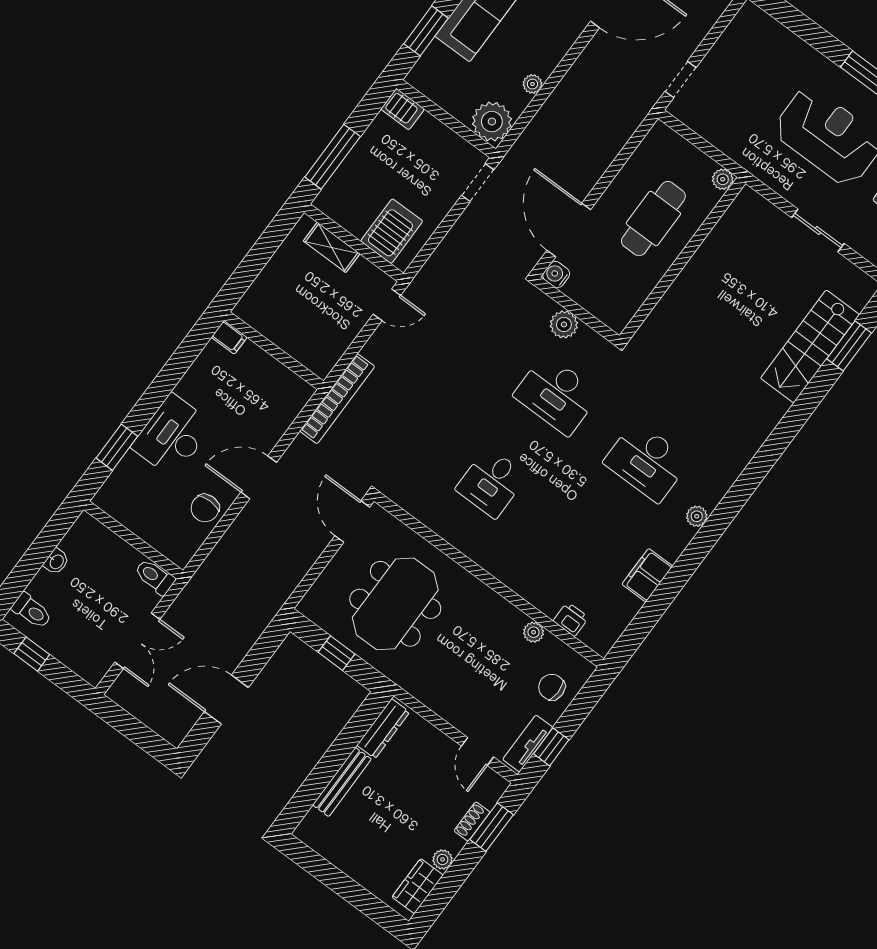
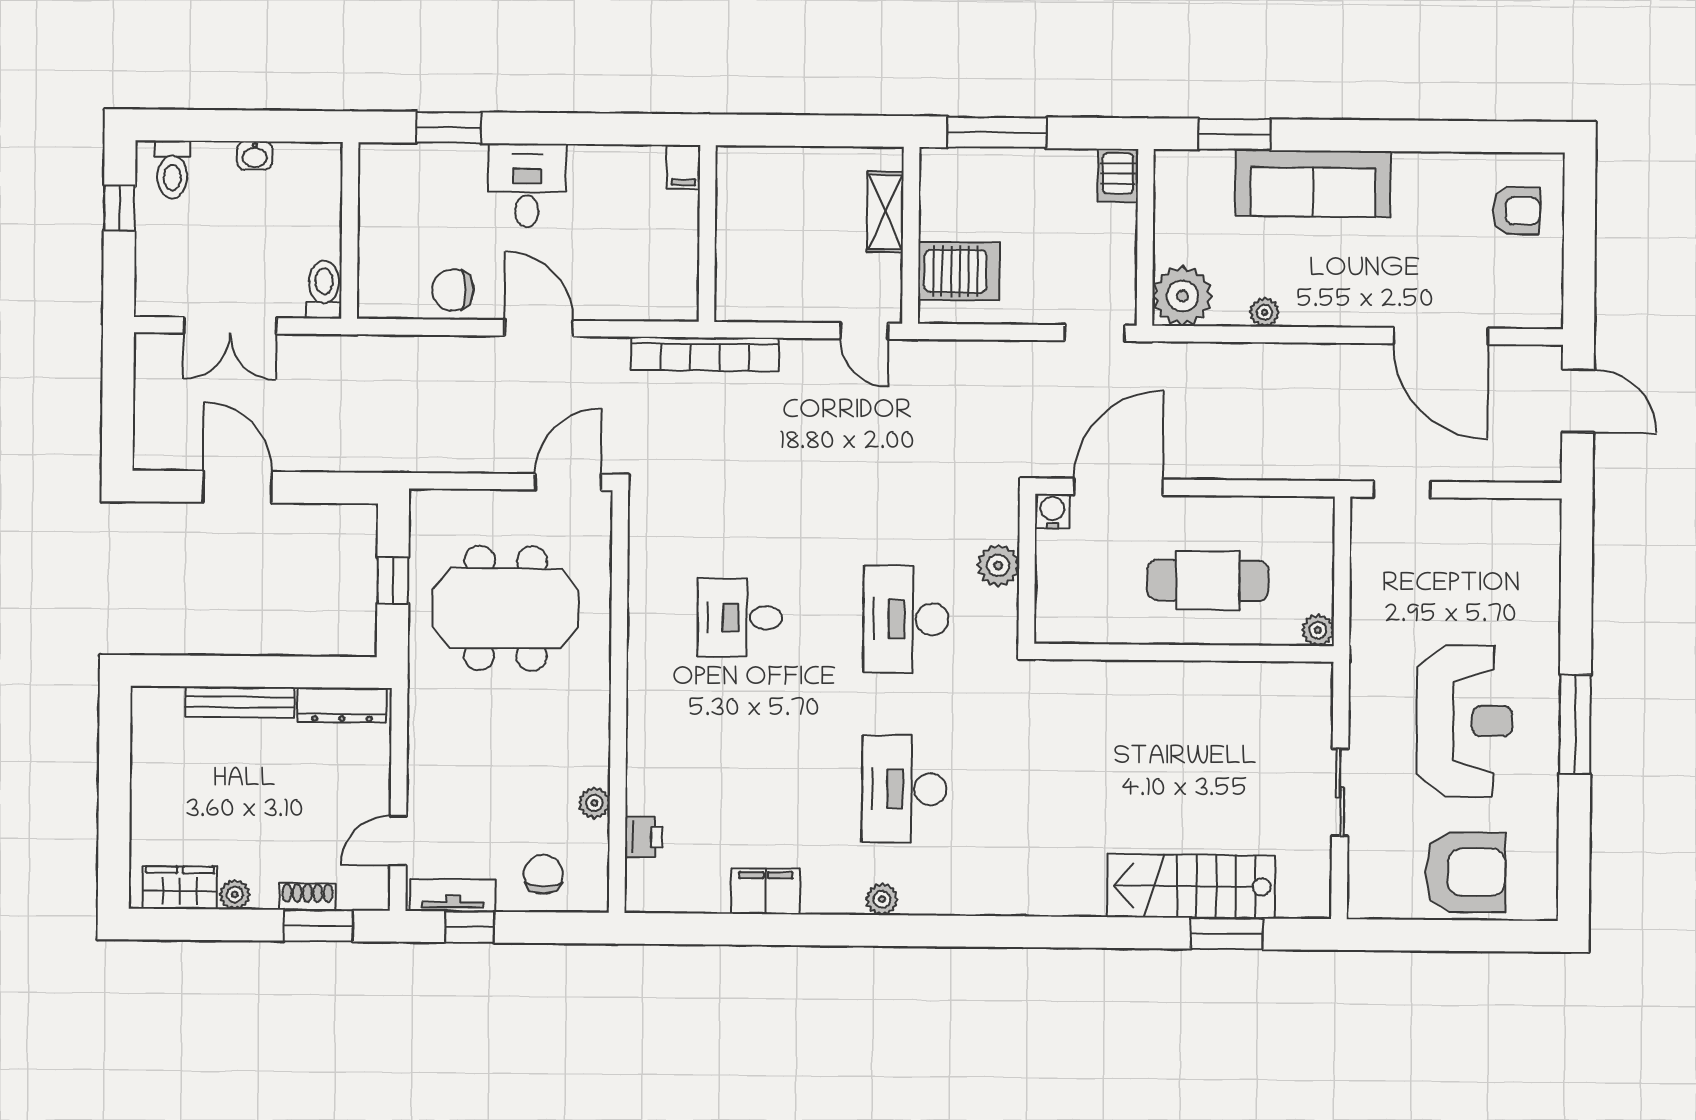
desk: (172, 436) -> (527, 185), width x0.73

